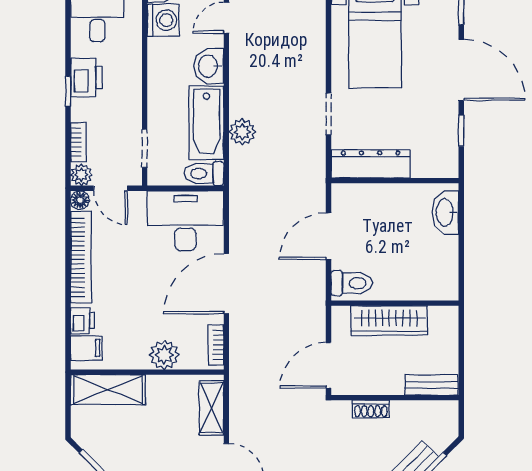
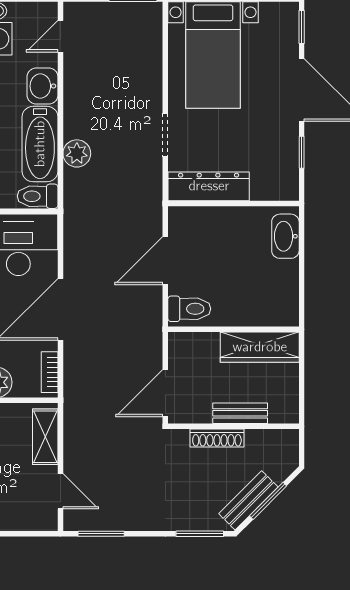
wardrobe: (389, 320) -> (260, 347), moved
bench: (431, 385) -> (240, 413), moved
shoe rack: (371, 409) -> (217, 438), width x1.43

